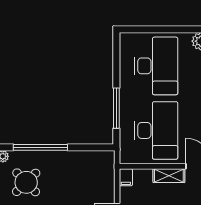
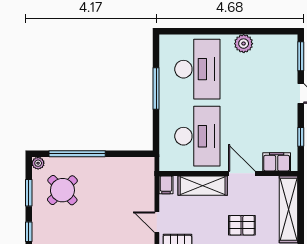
window: (116, 108) -> (156, 88), moved
shelving: (169, 176) -> (203, 186), width x1.50, depth x1.33

